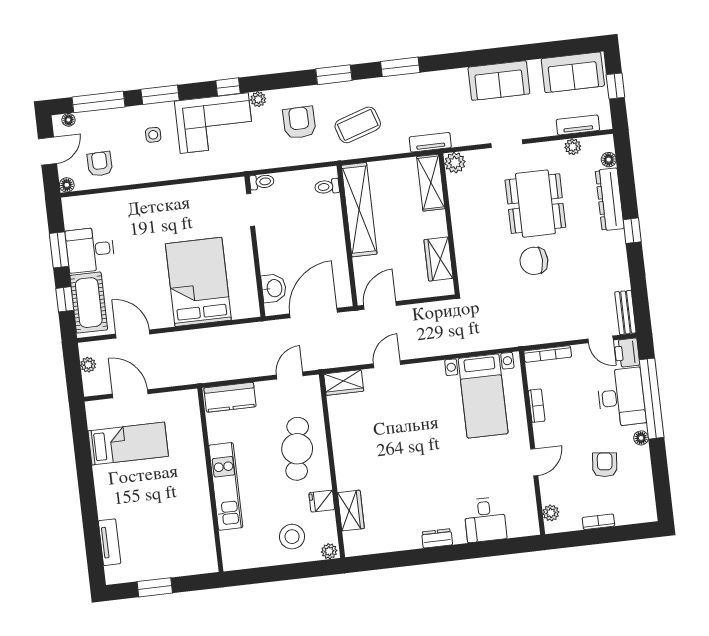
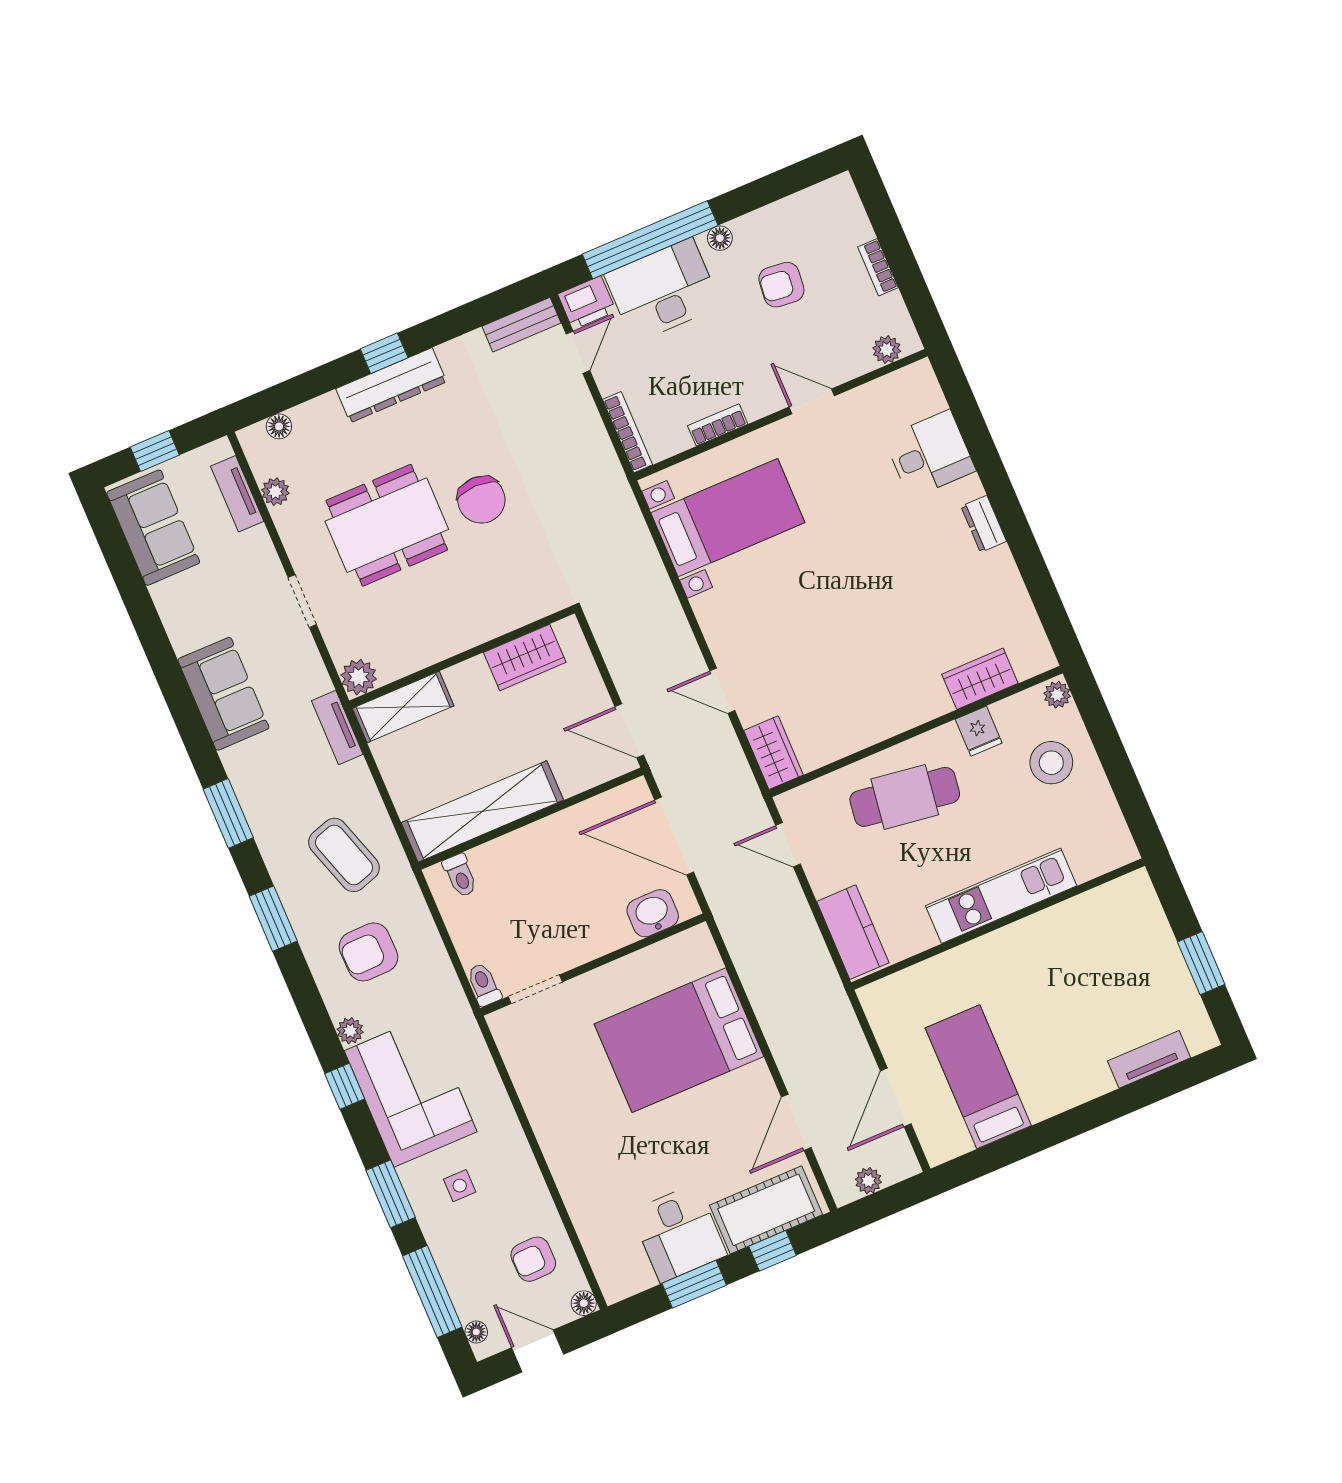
sofa: (499, 81) -> (223, 694), moved
dresser: (610, 199) -> (391, 385), moved

